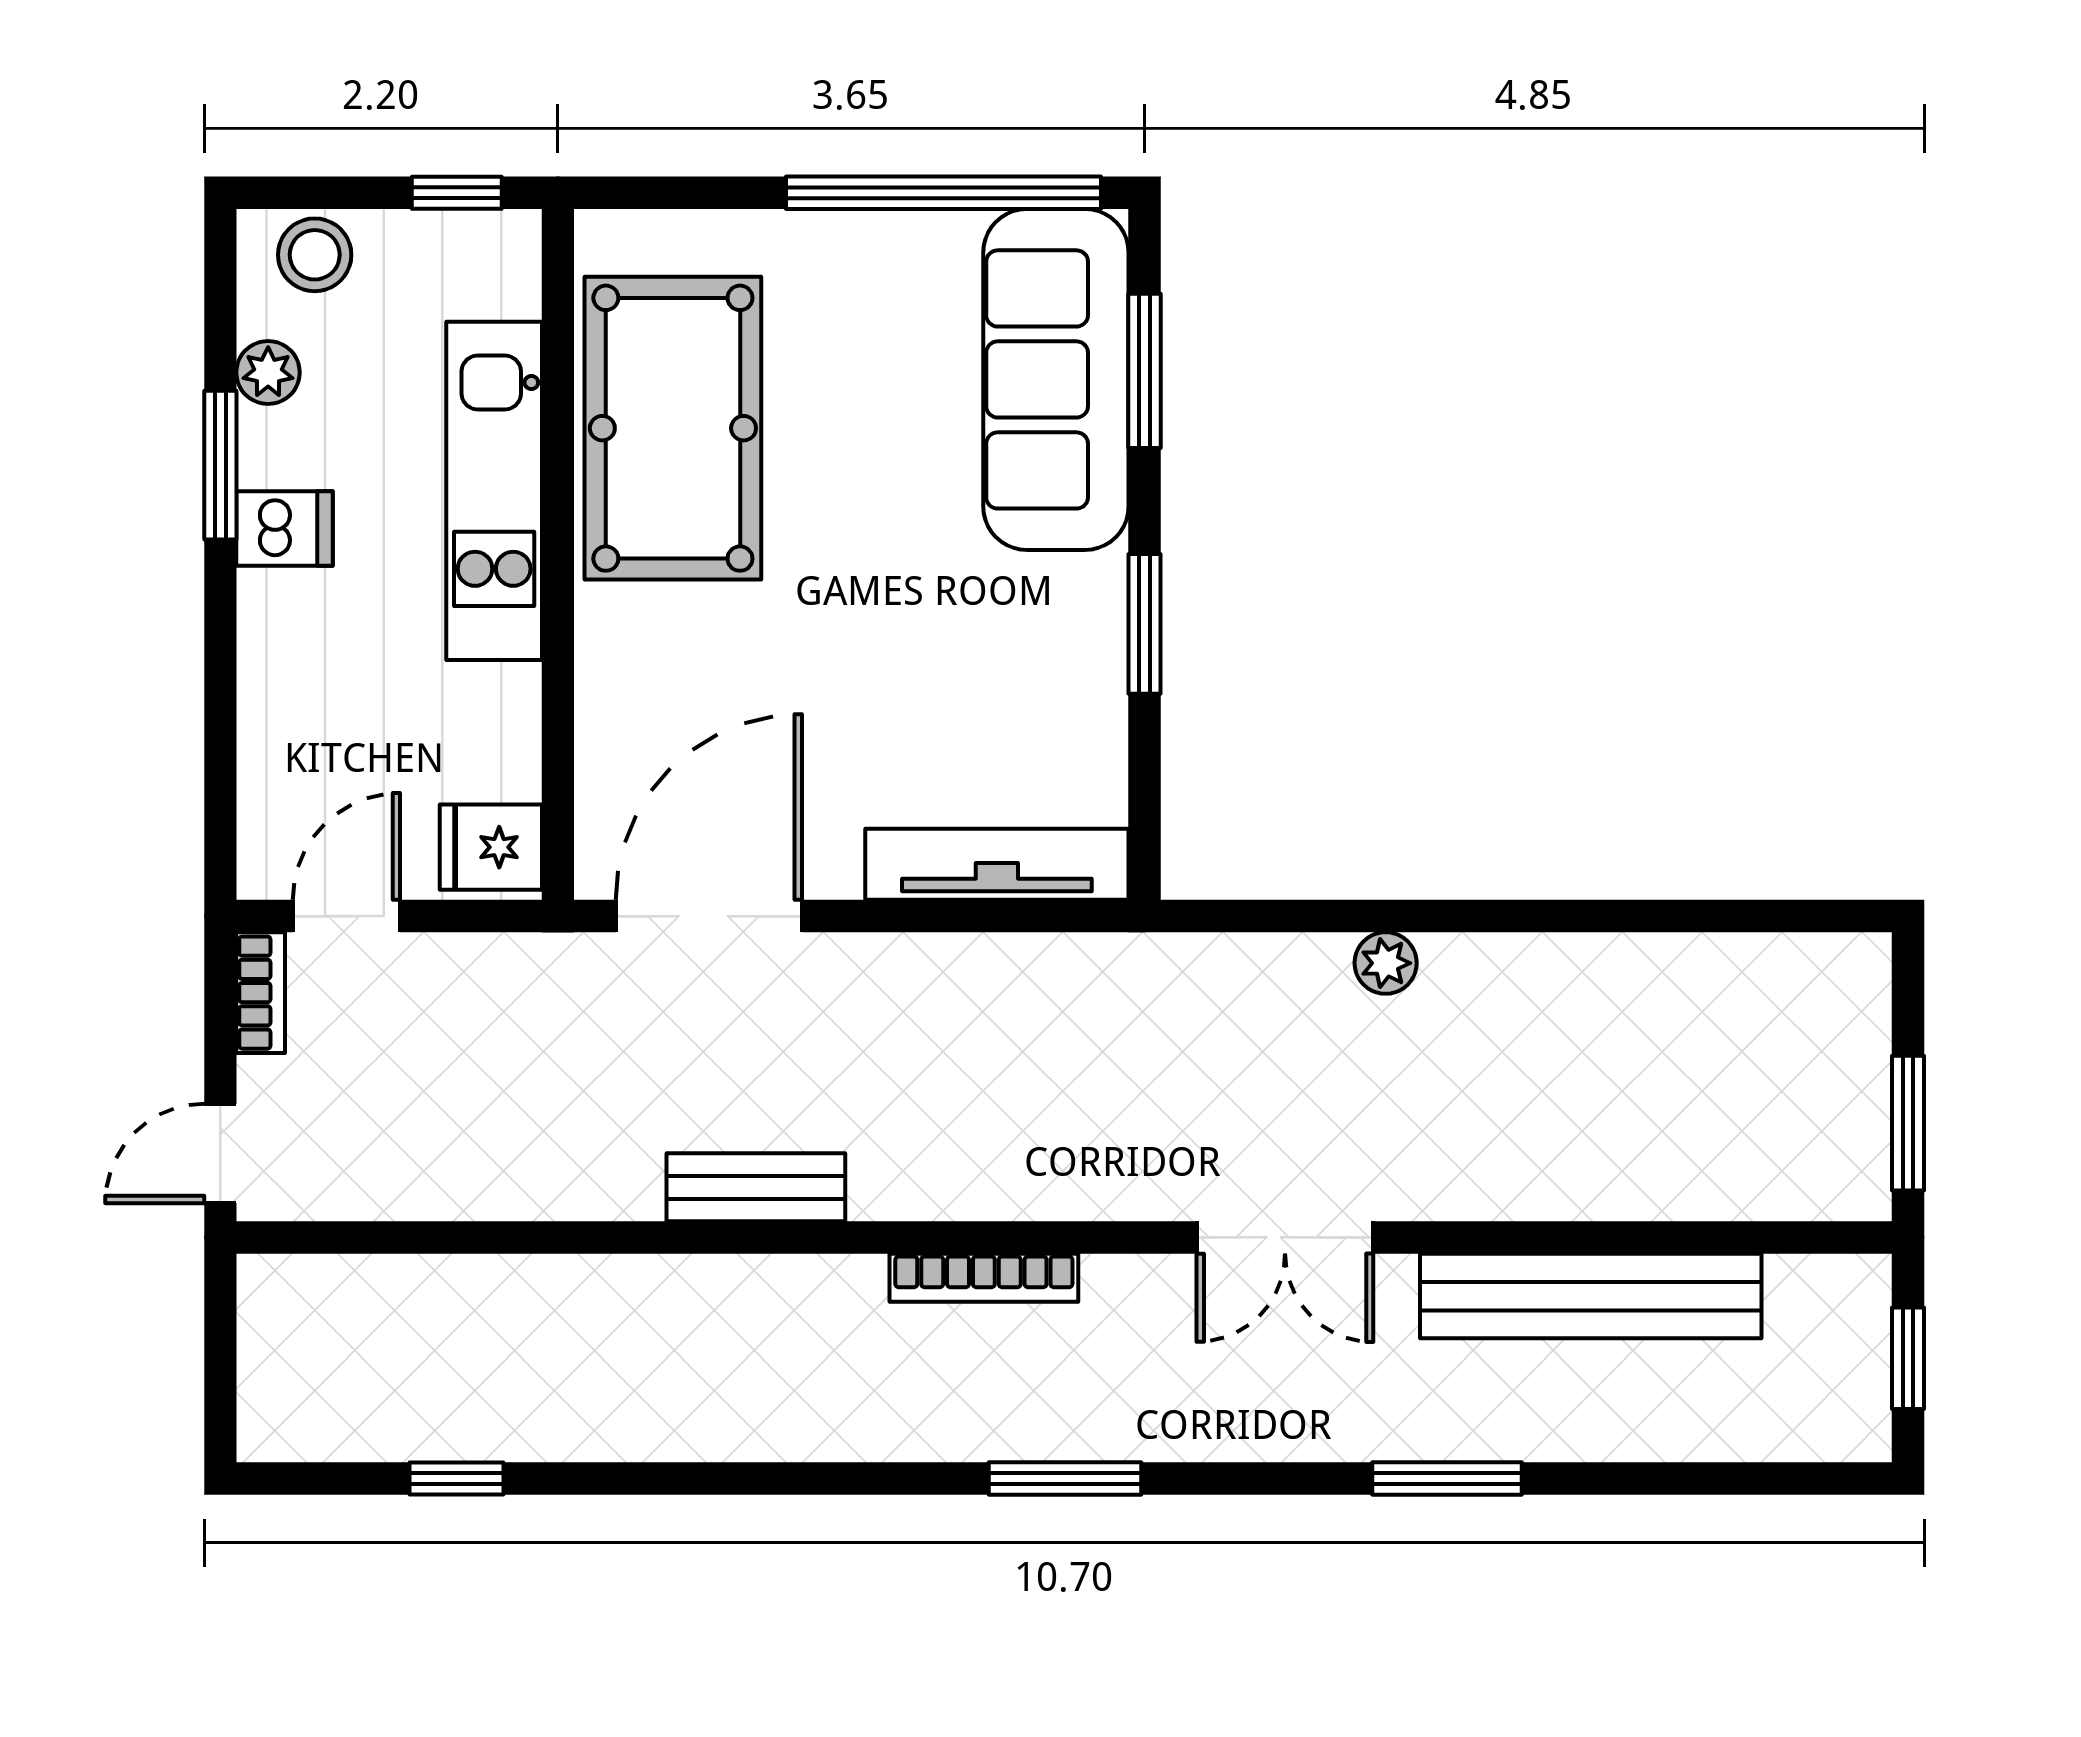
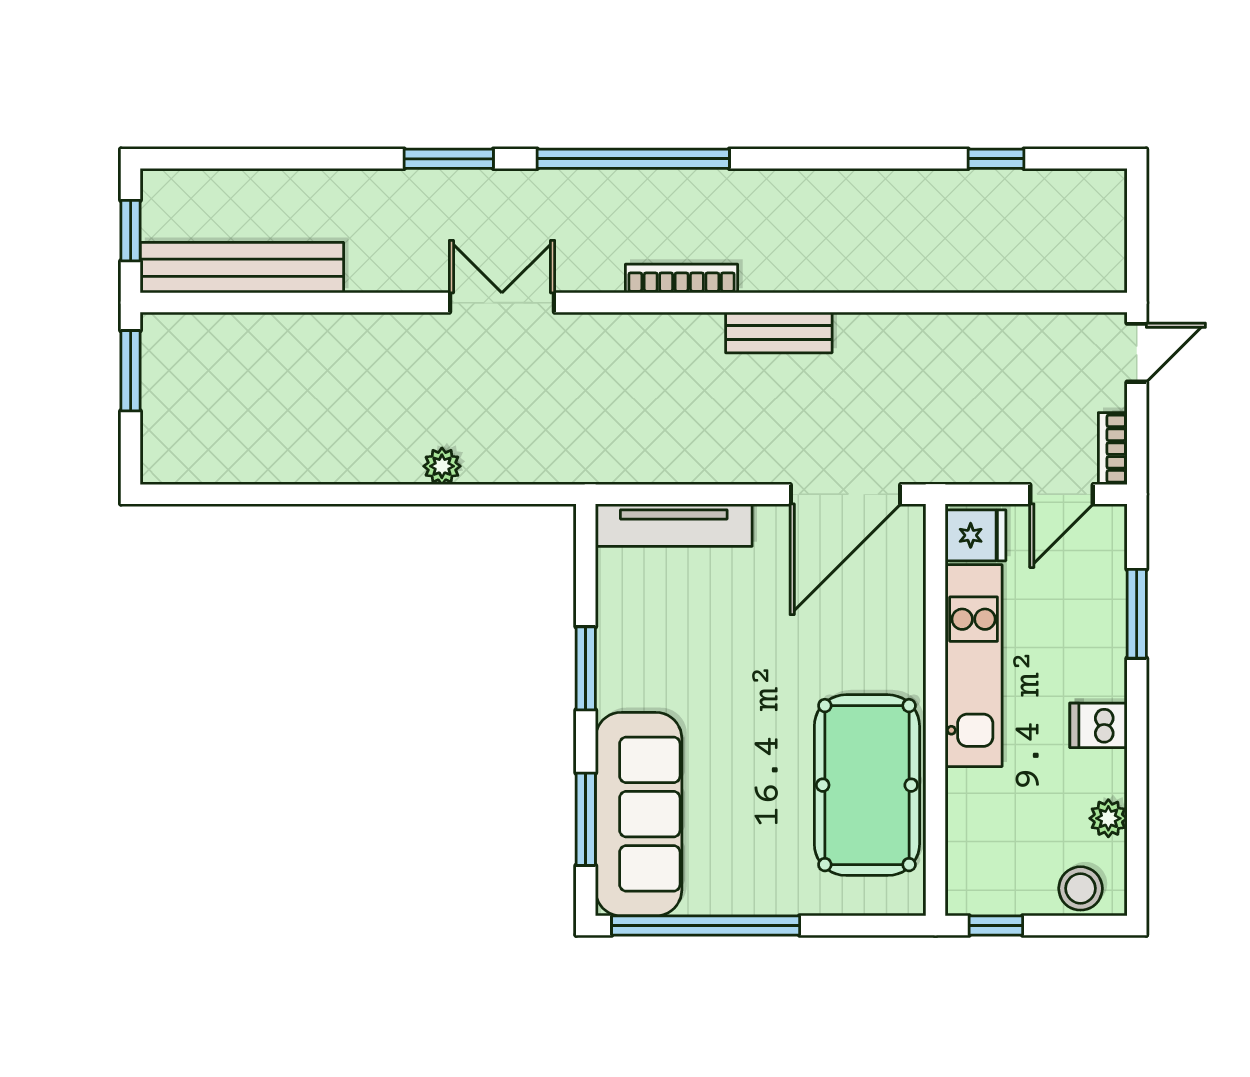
window: (220, 465) -> (1137, 614), moved
kitchen unit: (494, 491) -> (974, 666), moved
bench: (756, 1187) -> (779, 332), moved
bench: (1591, 1296) -> (242, 268), moved
window: (1065, 1479) -> (633, 159), width x2.11
window: (1447, 1479) -> (449, 159), moved

